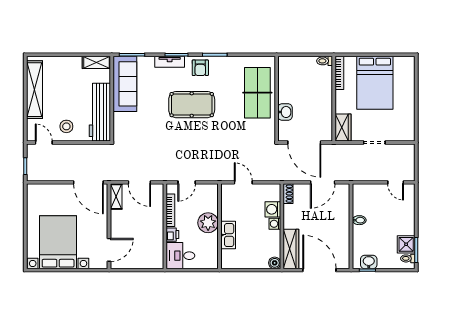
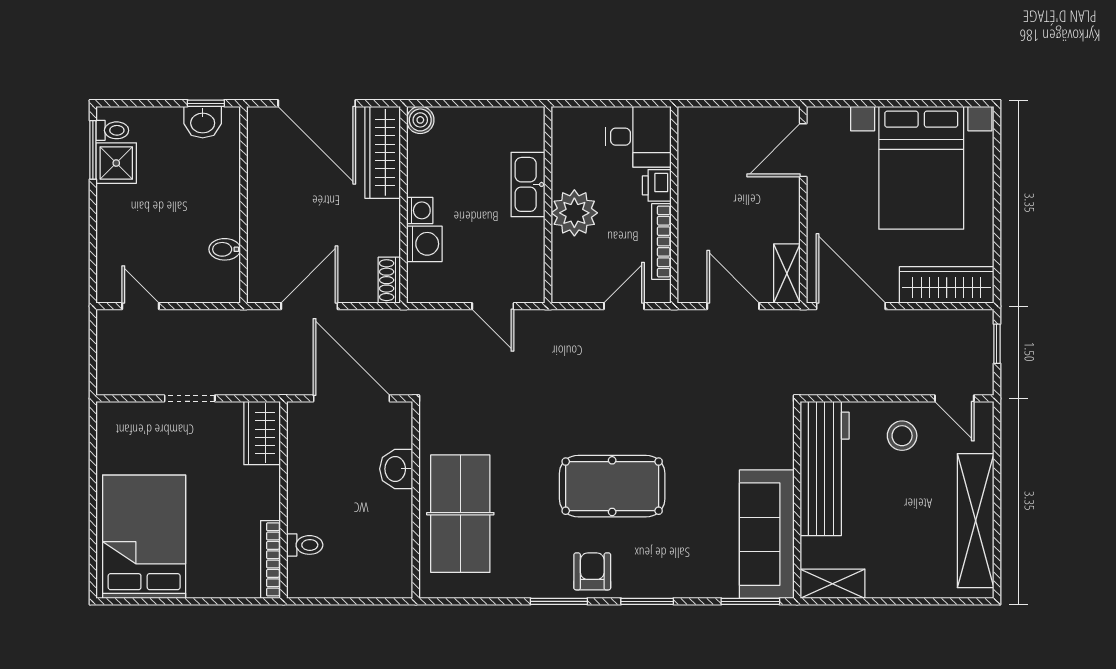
toilet: (325, 61) -> (305, 545), moved
tv unit: (170, 62) -> (663, 585), removed
bed: (375, 83) -> (144, 537), moved
wardrobe: (47, 192) -> (947, 285), added
bidet: (359, 220) -> (225, 249), moved

